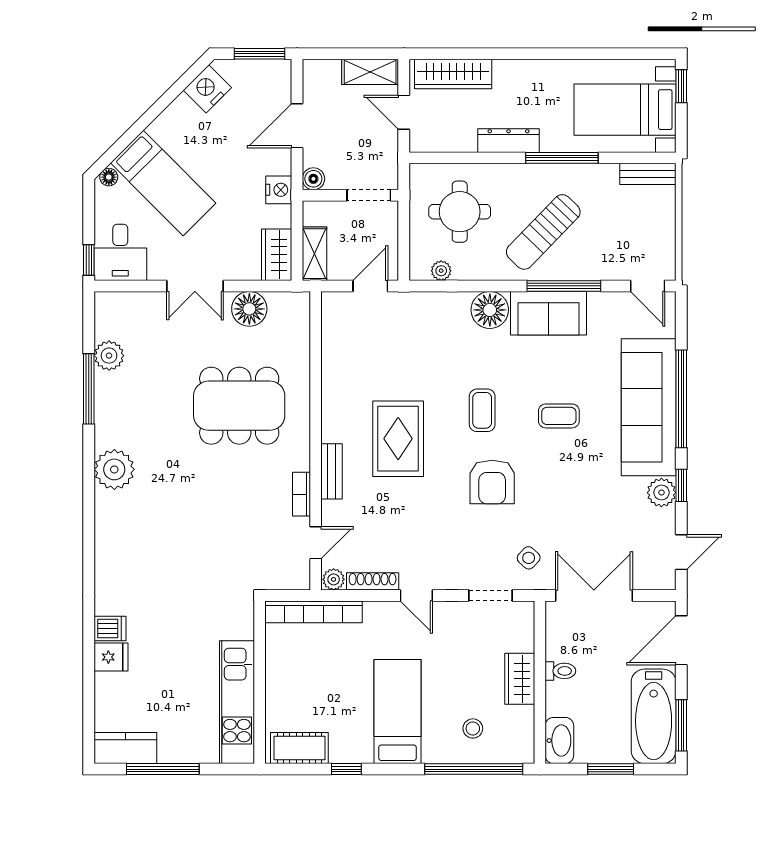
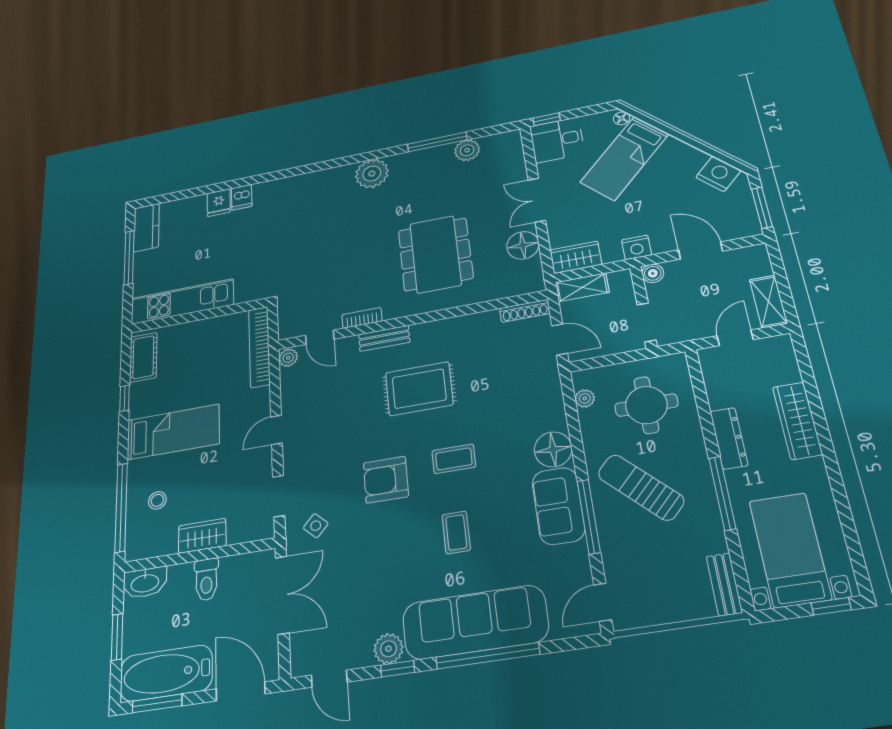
wardrobe: (453, 74) -> (797, 421), moved
shoe rack: (373, 581) -> (525, 311), moved, turned 90
toilet: (560, 671) -> (206, 579), width x1.37, depth x1.39

